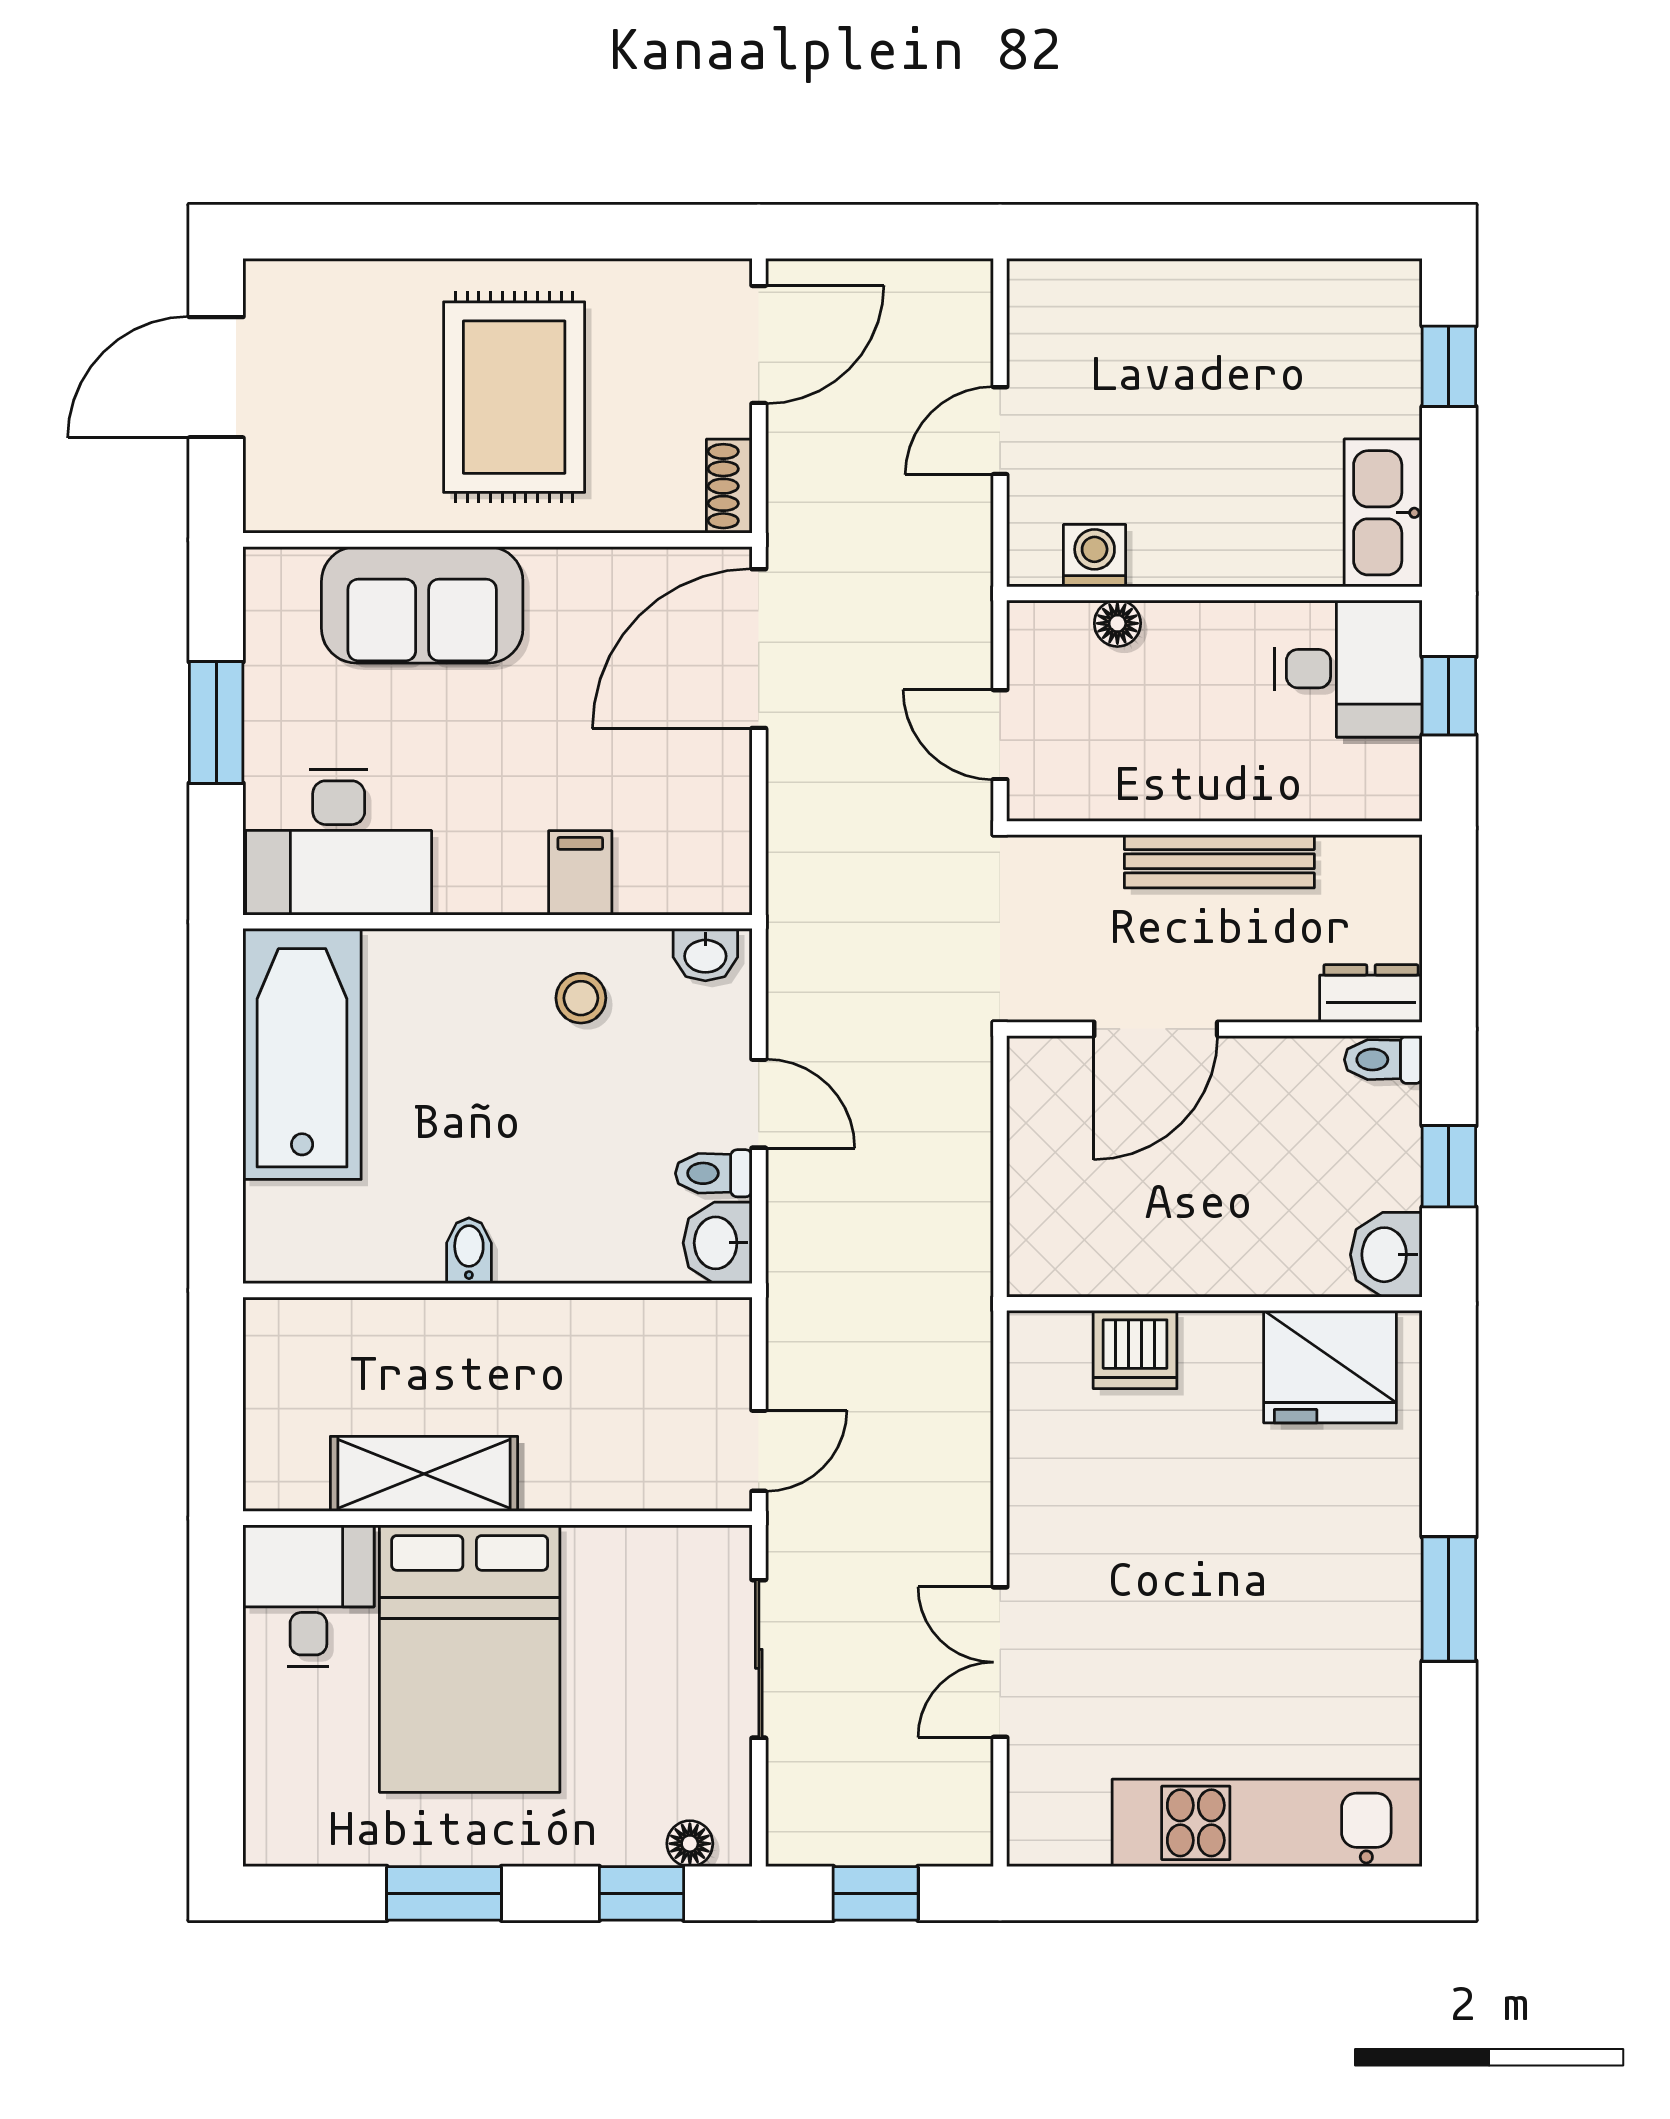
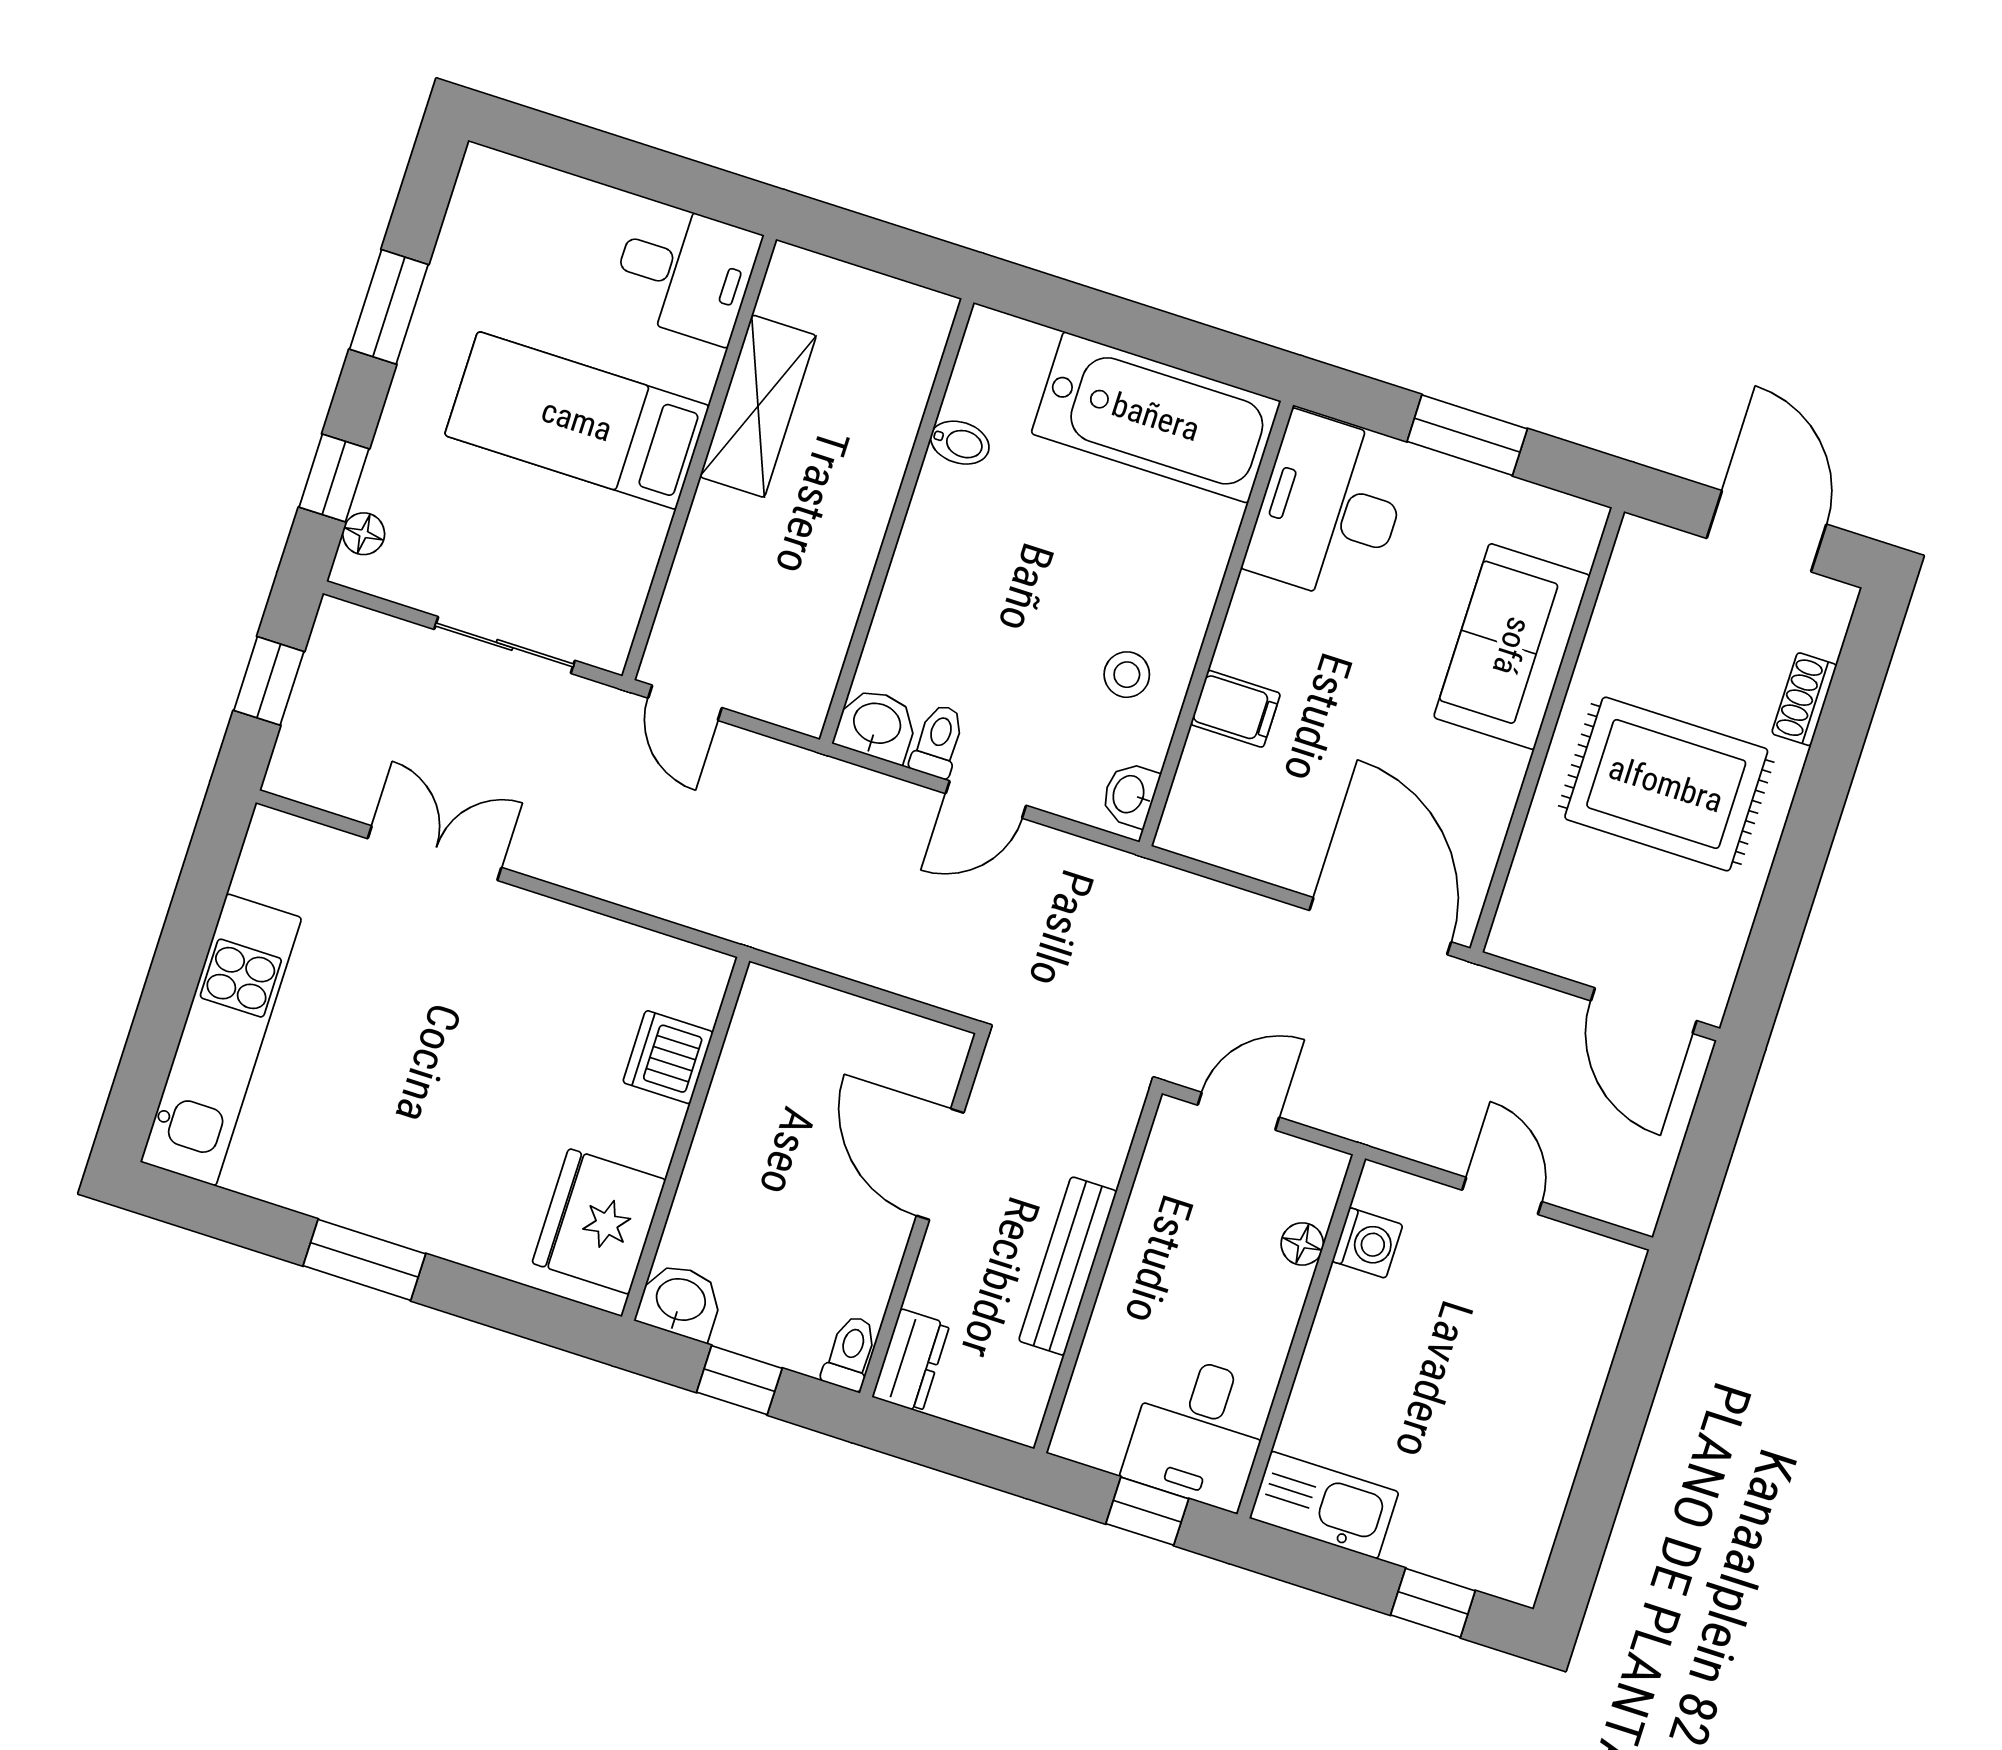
shoe rack: (729, 486) -> (1804, 699), moved, turned -90
bidet: (469, 1251) -> (960, 443), moved
bed: (470, 1659) -> (577, 420), width x0.67

